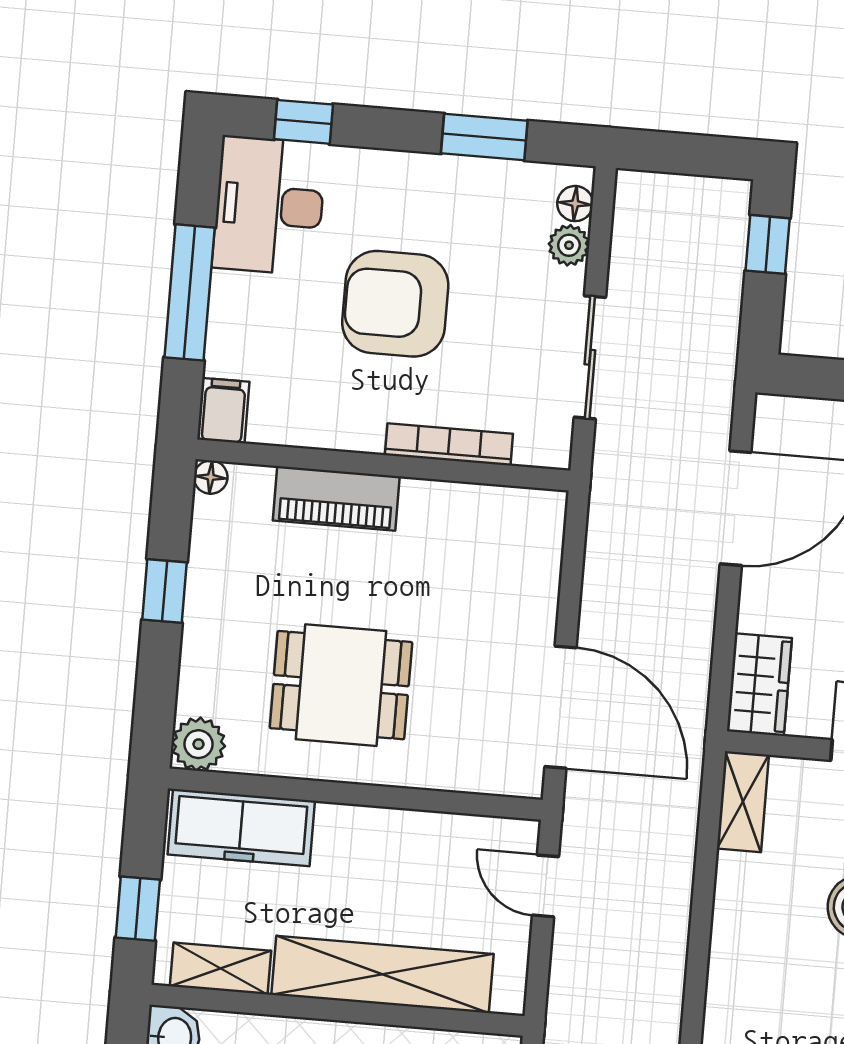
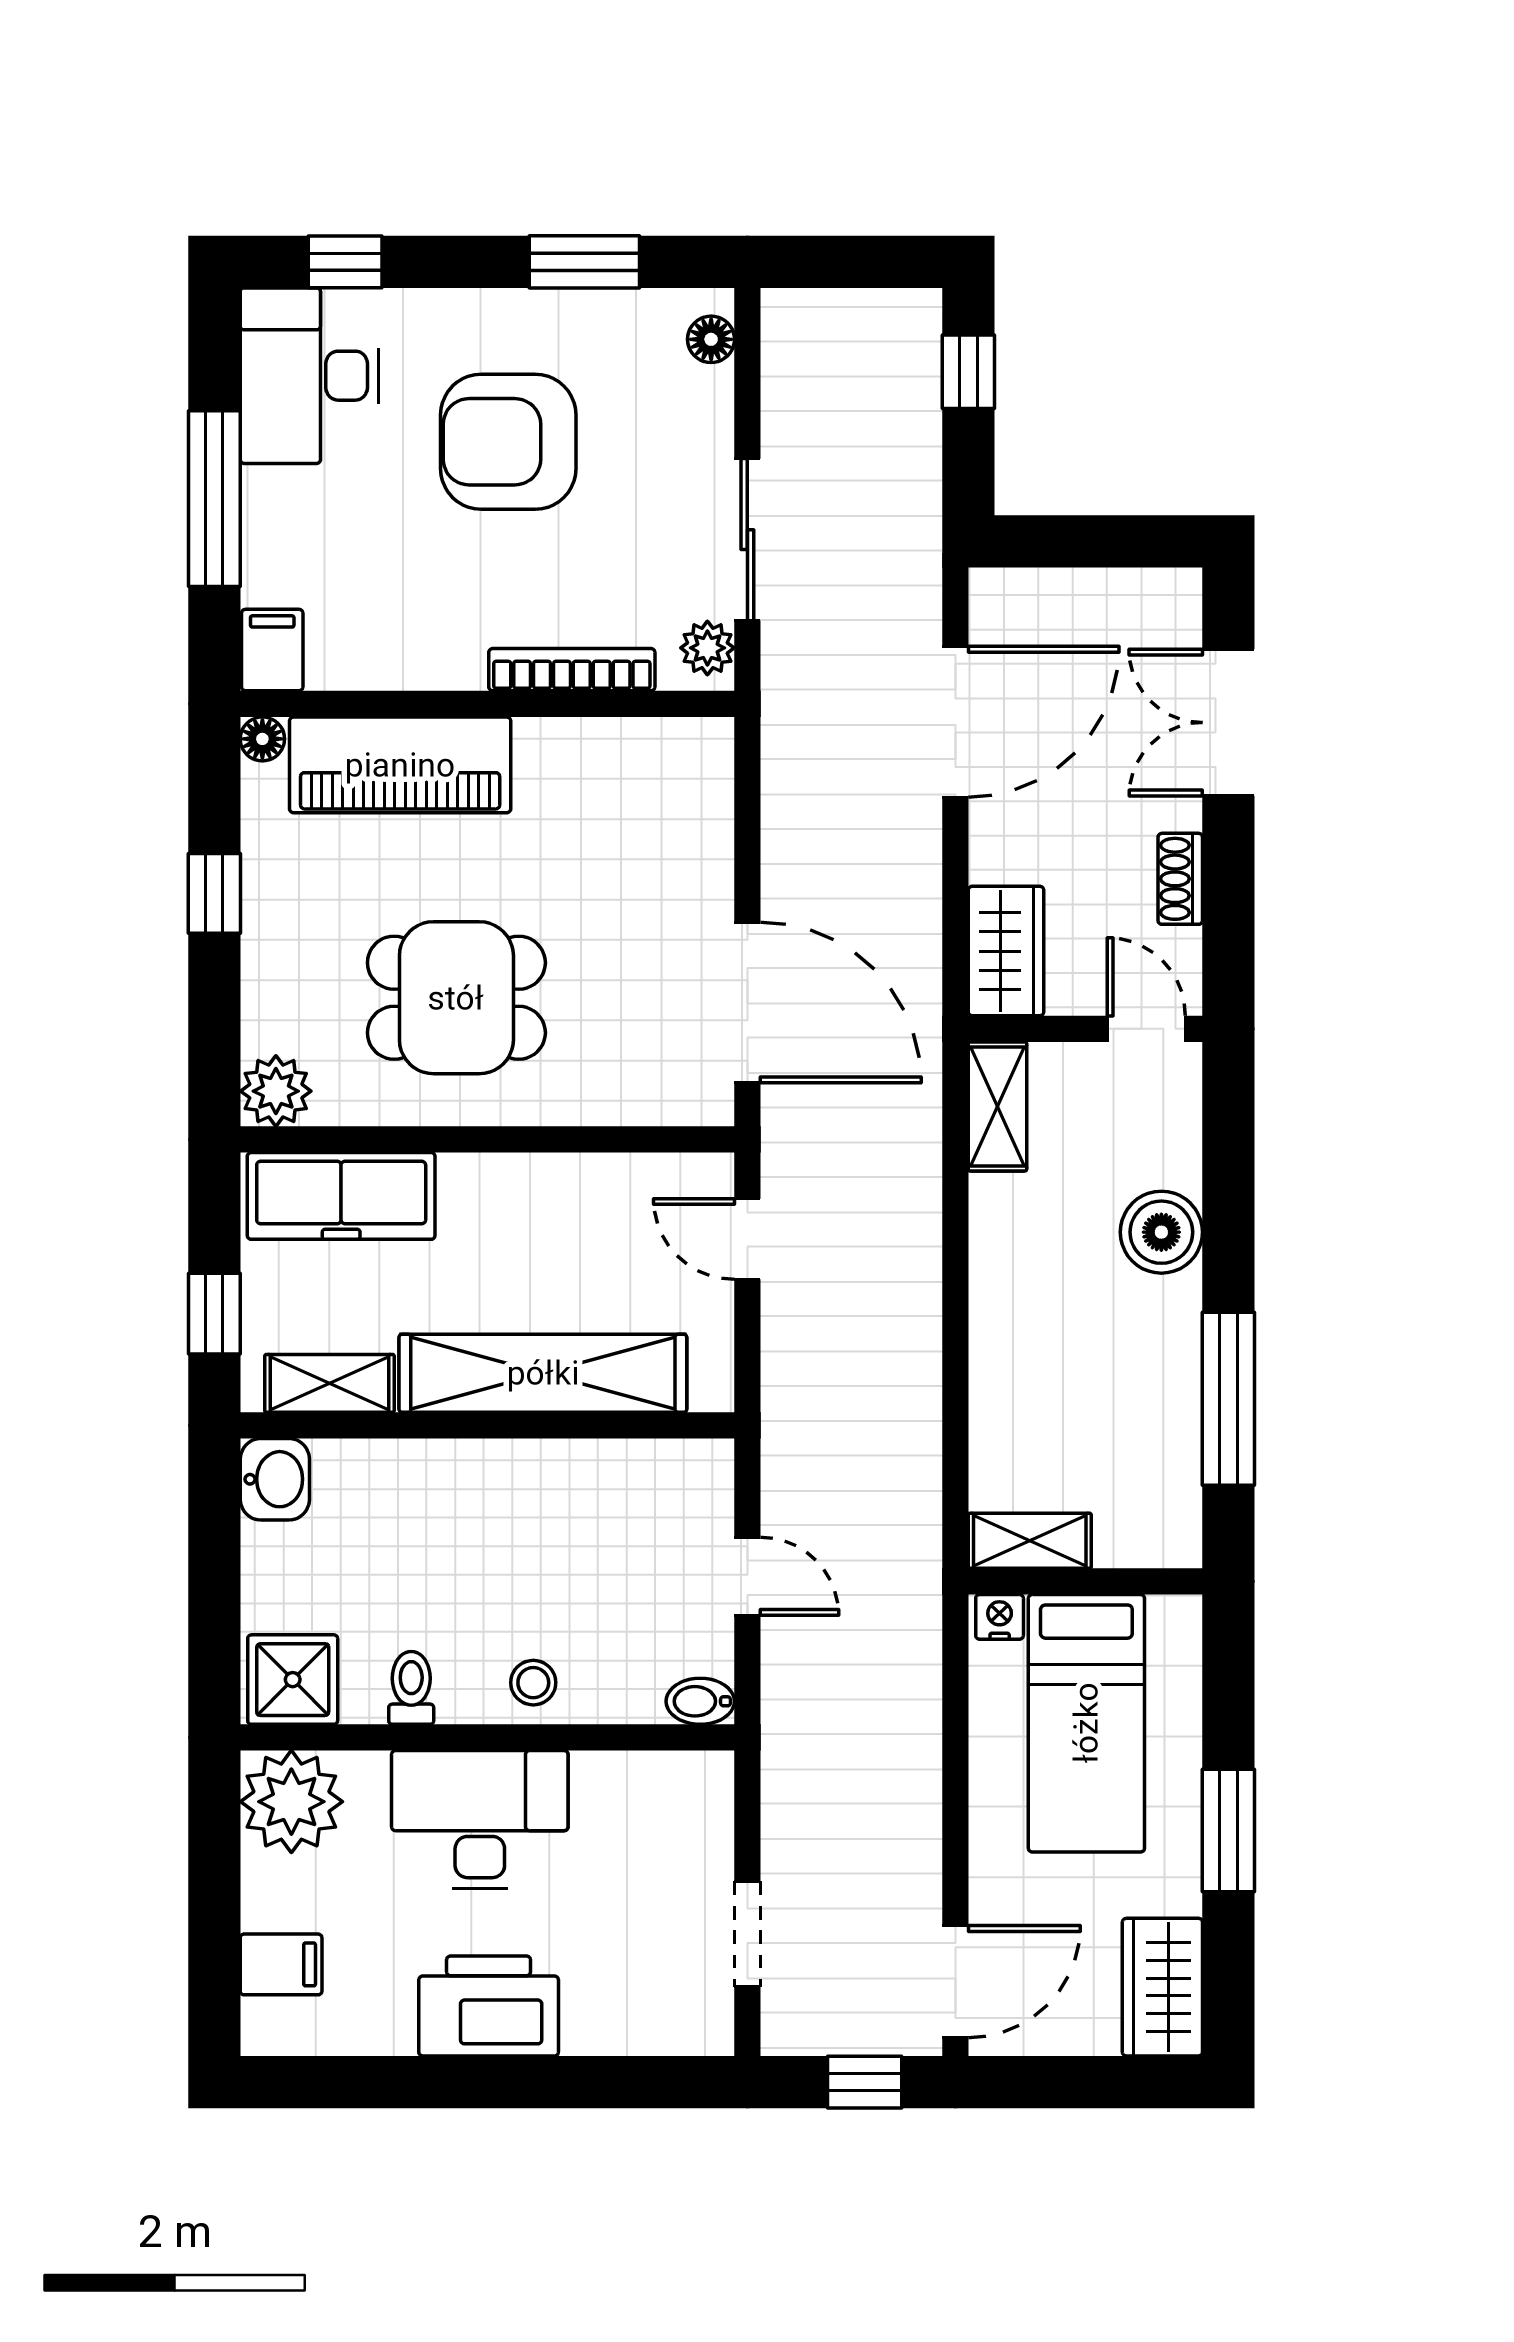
plant: (569, 245) -> (707, 648), moved
armchair: (395, 304) -> (508, 442), moved
piano: (336, 498) -> (400, 765), width x1.37, depth x1.33

